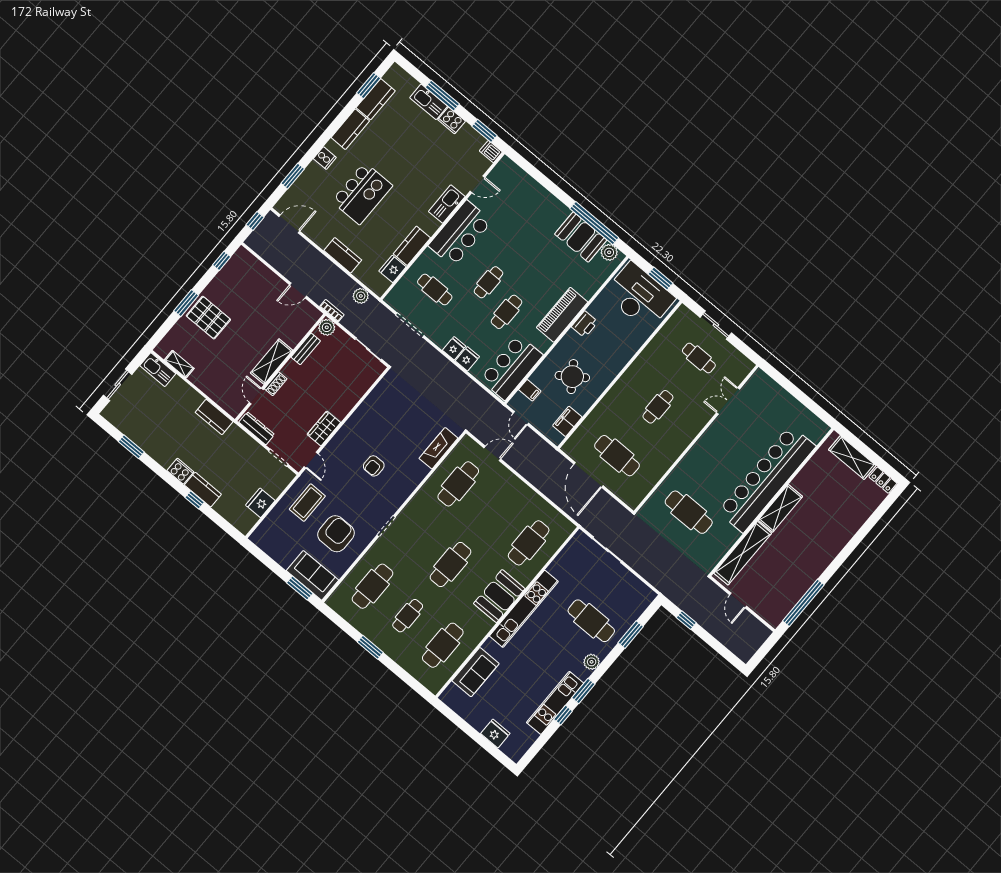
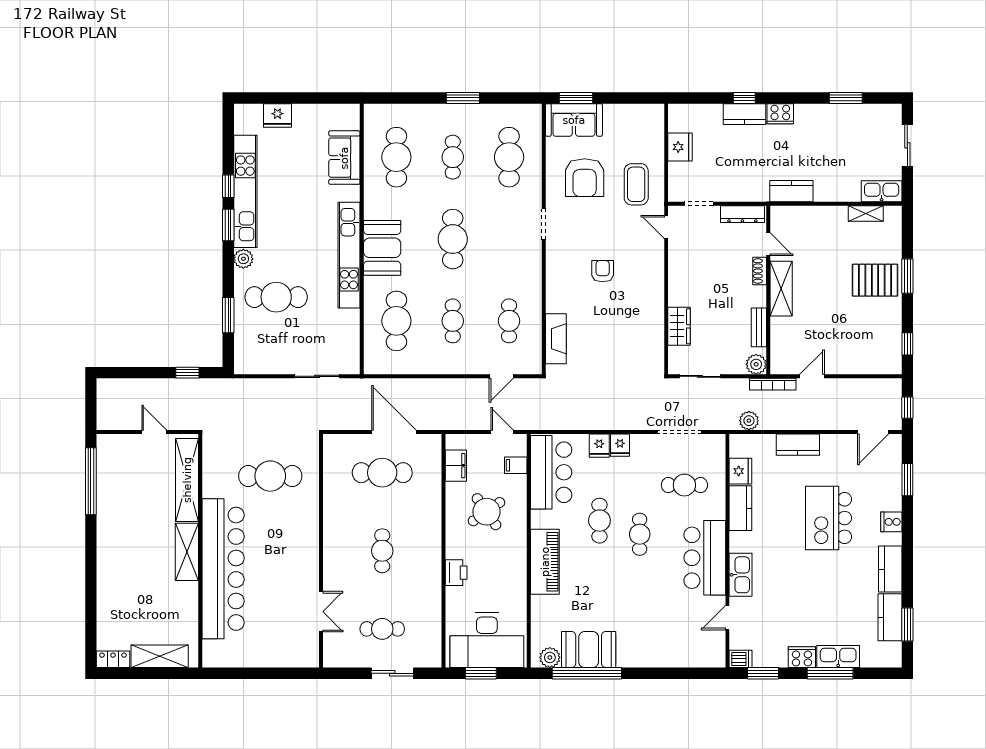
bookcase: (332, 311) -> (773, 384), width x1.56
printer: (585, 324) -> (456, 573), moved, turned 180
wardrobe: (324, 429) -> (679, 326), moved
cafe table: (458, 484) -> (509, 321), width x0.73, depth x0.74
cafe table: (493, 513) -> (453, 321), added
kitchen unit: (555, 703) -> (245, 191), width x1.36

